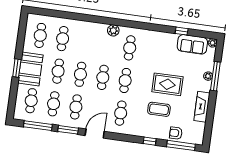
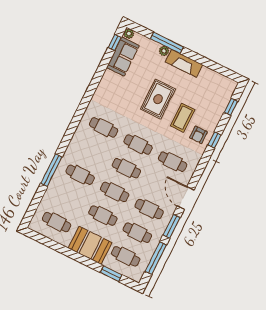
window: (81, 17) -> (51, 170), added
plant: (113, 30) -> (78, 139), removed
window: (182, 31) -> (115, 42), moved
cafe table: (63, 39) -> (80, 175), moved
window: (17, 68) -> (111, 274), moved
fireplace: (202, 107) -> (184, 63), moved
armchair: (176, 133) -> (198, 135), moved
window: (181, 145) -> (231, 107), width x0.46

